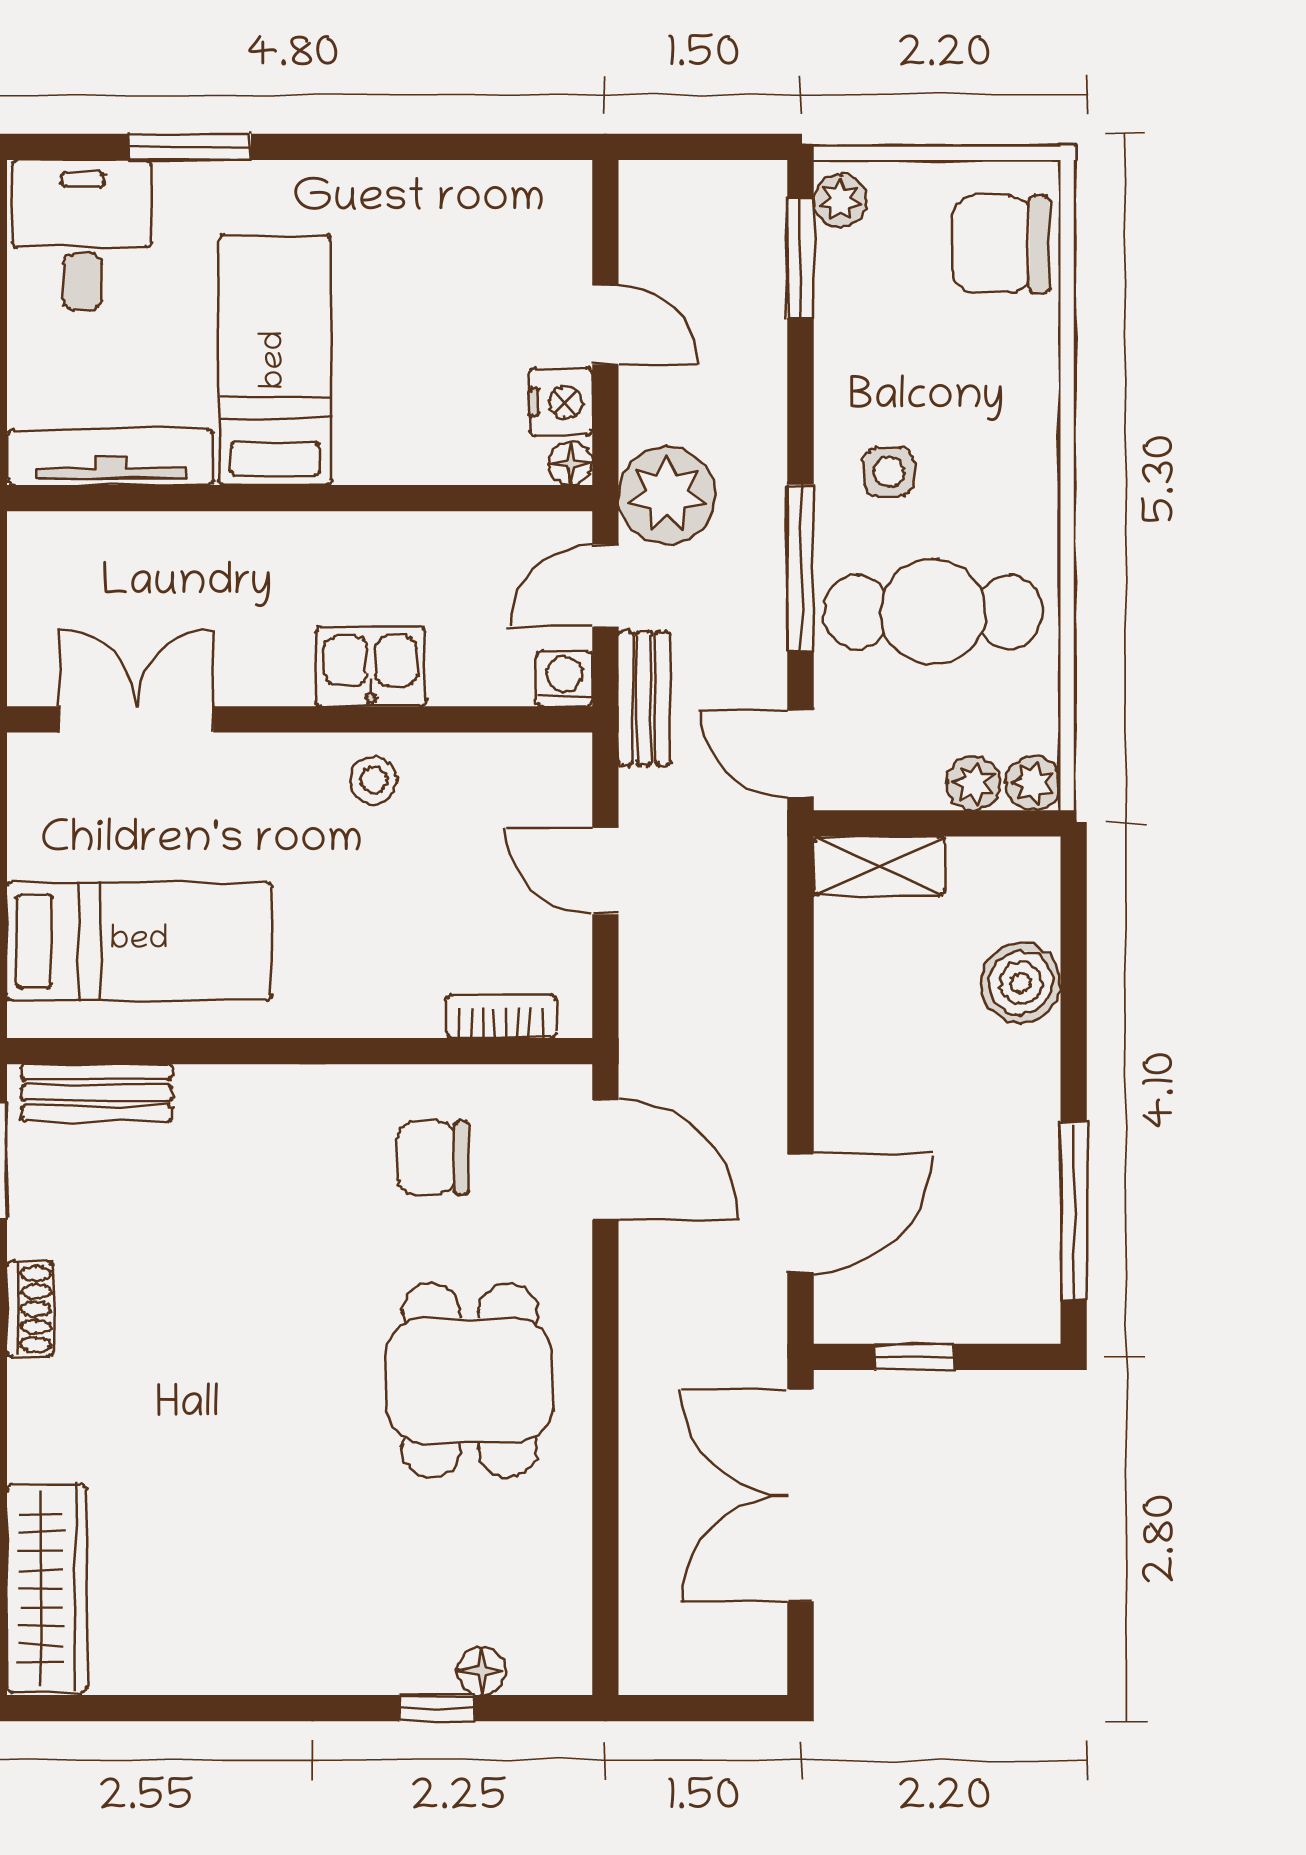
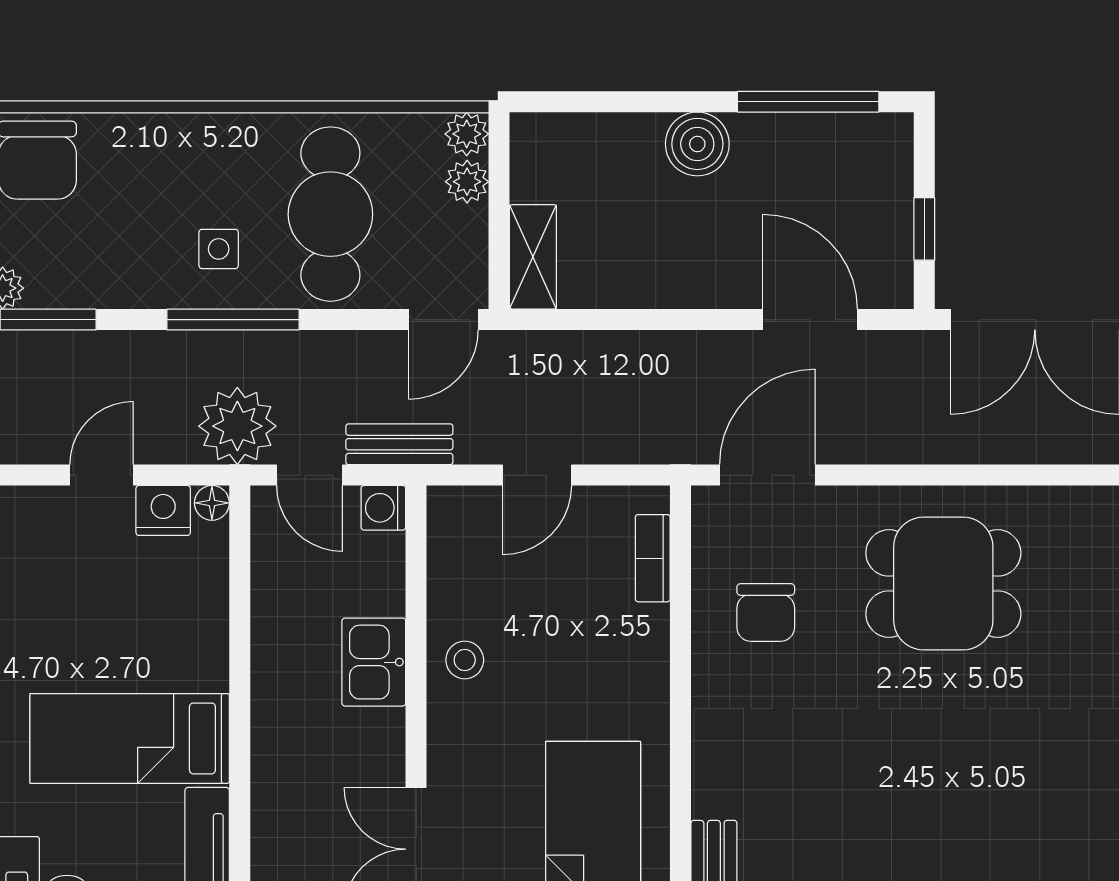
window: (800, 568) -> (233, 320), moved
boiler: (1021, 983) -> (697, 144), moved

